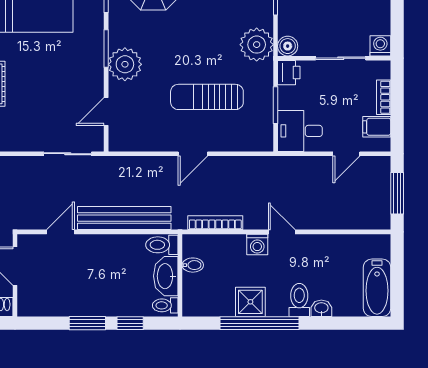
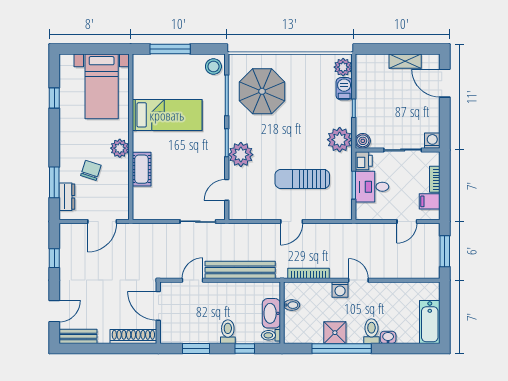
desk: (300, 131) -> (372, 187), moved
toilet: (162, 245) -> (228, 332), moved, turned 90
window: (87, 323) -> (196, 349), moved

